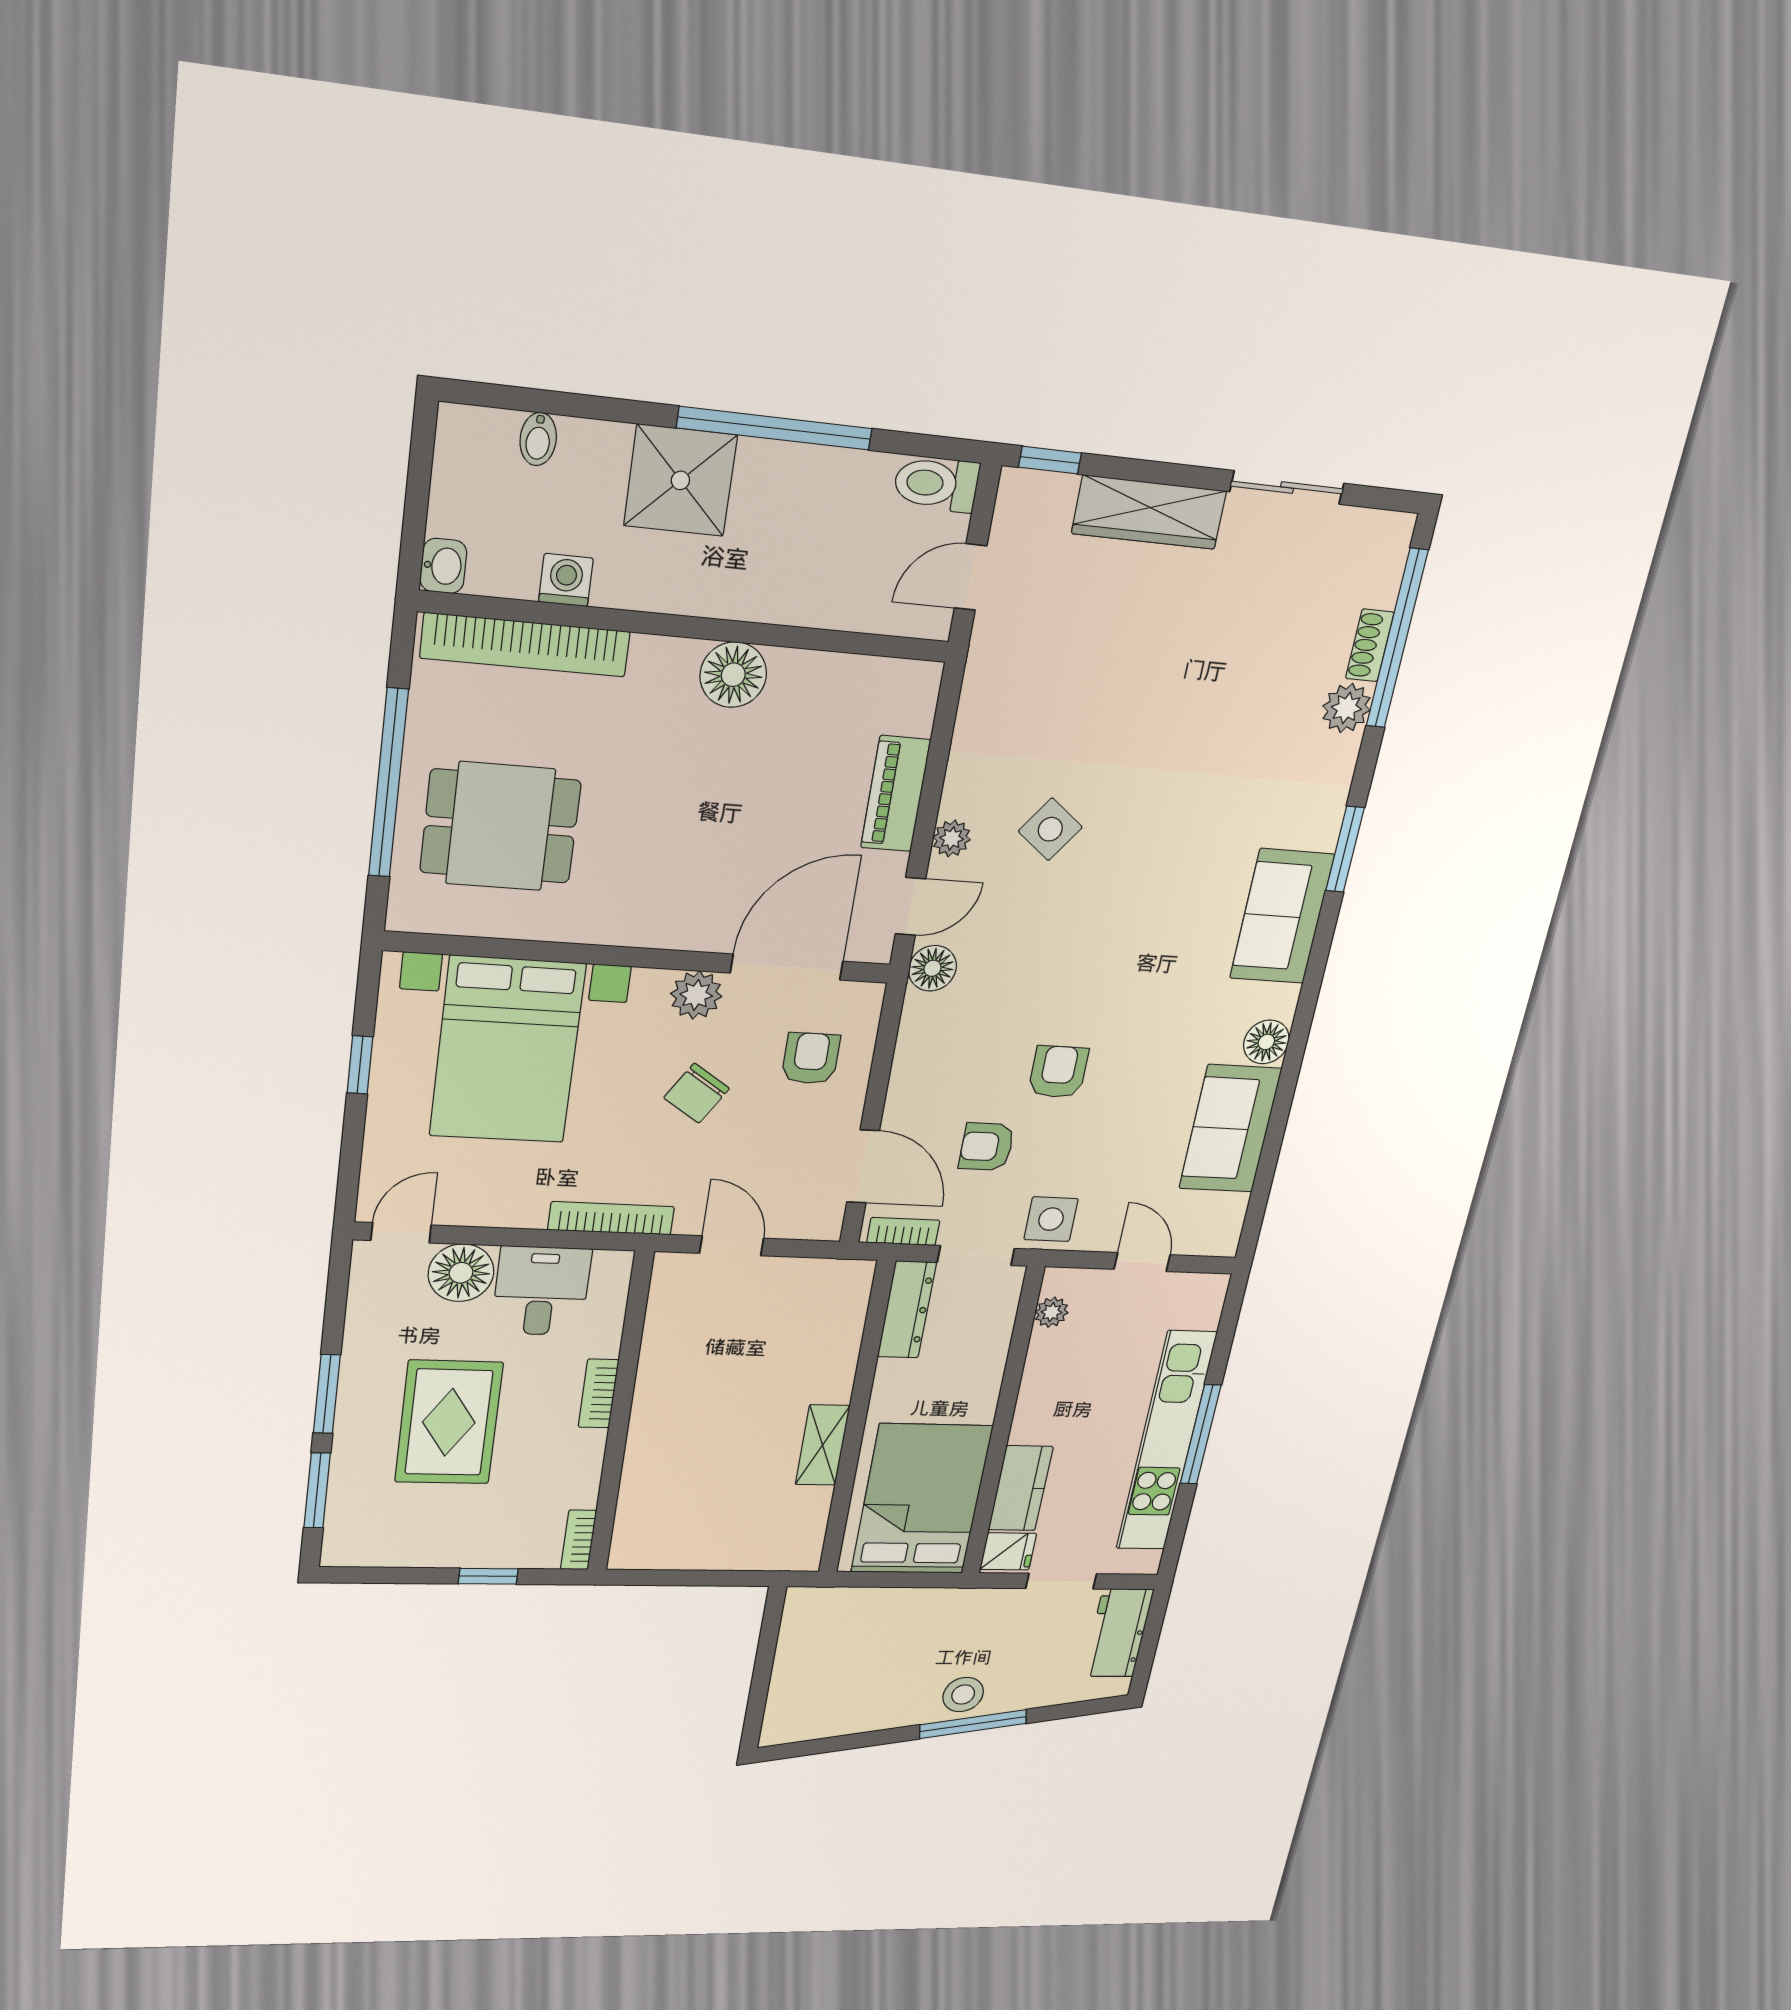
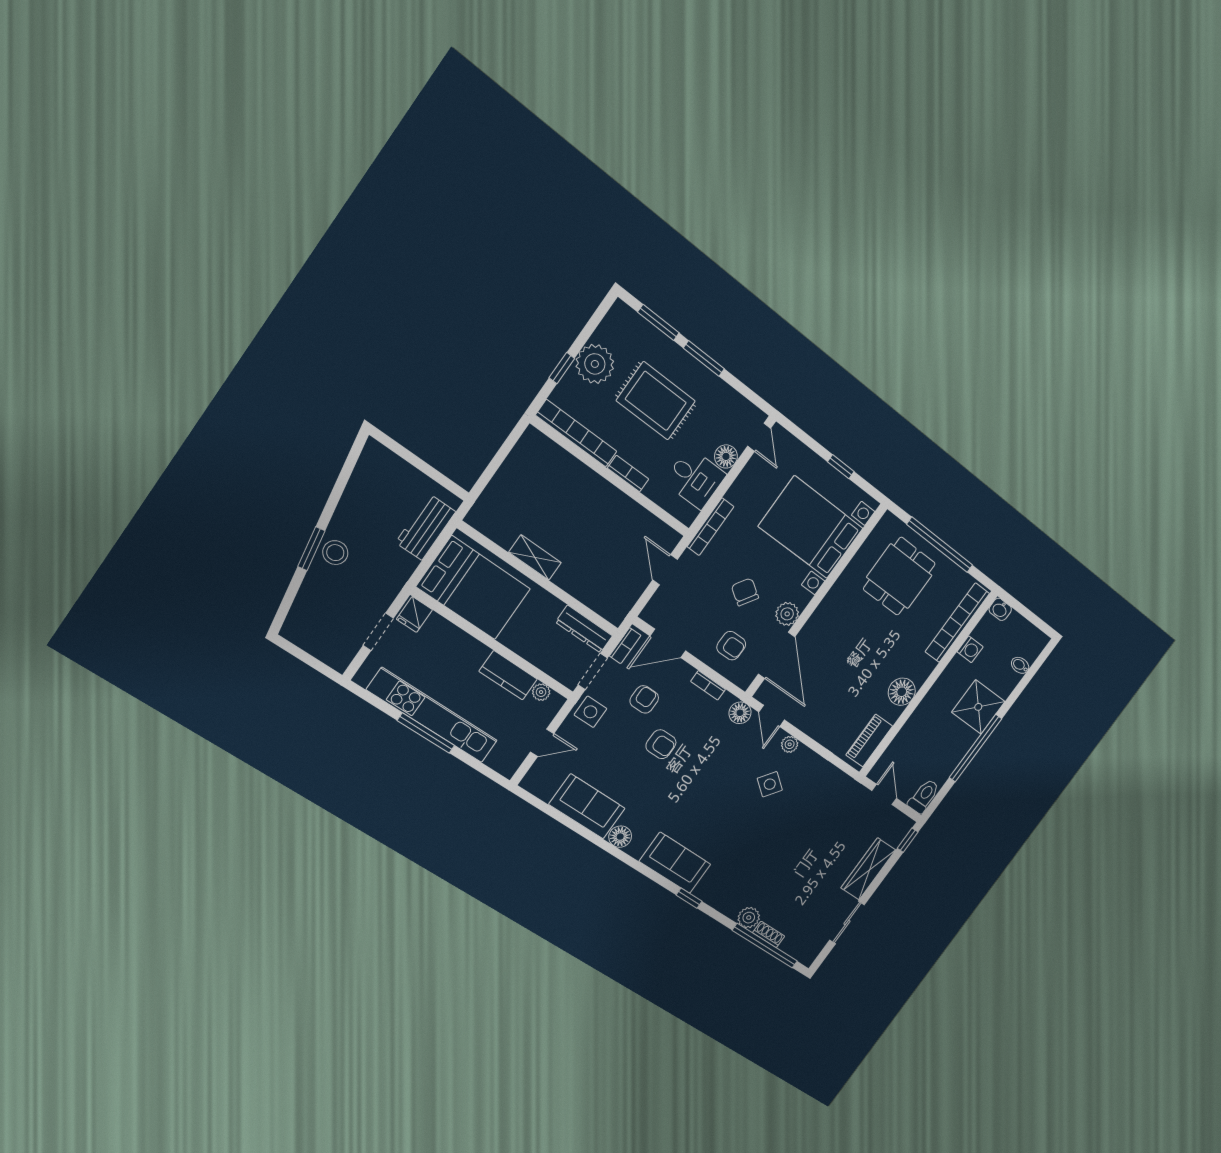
piano: (896, 794) -> (869, 740), moved, turned -90
window: (1345, 849) -> (689, 898), width x0.67
bookcase: (907, 1055) -> (708, 685), added
door: (732, 1246) -> (665, 570), swing flipped
floor lamp: (461, 1273) -> (726, 456), width x0.73, depth x0.73
kitchen counter: (1021, 1488) -> (508, 675), moved
plant: (450, 1538) -> (595, 364), added
bookcase: (579, 1540) -> (576, 433), width x2.31, depth x1.31
workbench: (1118, 1633) -> (426, 527), moved, turned -90
window: (973, 1724) -> (311, 549), width x0.69

